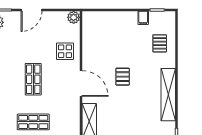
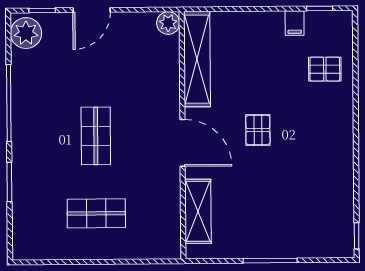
pallet: (160, 43) -> (325, 69), turned 90
display table: (65, 51) -> (153, 85), removed
shelving: (168, 95) -> (197, 59), moved

